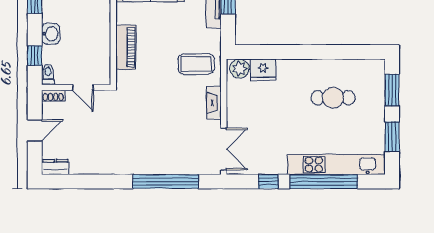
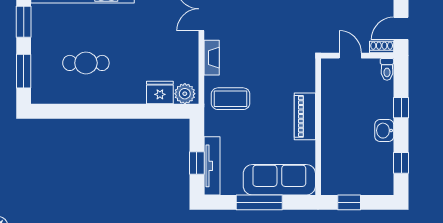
toilet: (48, 74) -> (387, 69), moved
wall: (76, 87) -> (357, 56), moved
door: (83, 87) -> (350, 56), moved
shoe rack: (53, 96) -> (382, 47), moved

